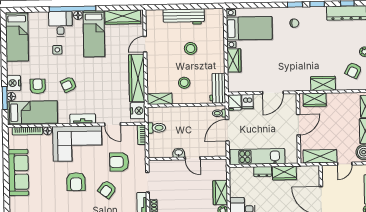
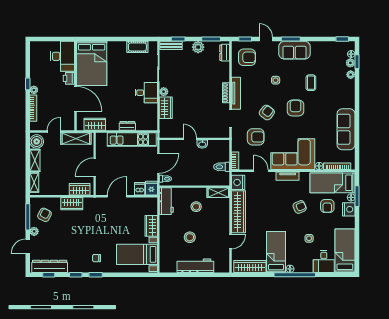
desk: (60, 24) -> (324, 261), moved
wardrobe: (284, 173) -> (95, 124), moved
armchair: (76, 182) -> (296, 108), moved

